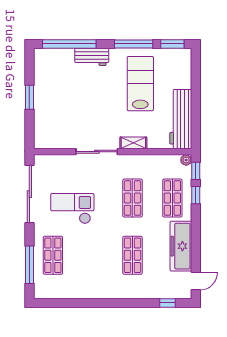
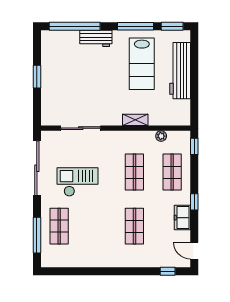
lab bench: (140, 84) -> (142, 64), turned 180
workbench: (181, 119) -> (180, 71), moved
sliding door: (97, 152) -> (81, 128), moved
plant: (186, 160) -> (161, 136), moved
window: (196, 195) -> (194, 202), moved
freezer: (181, 246) -> (182, 218), width x0.52, depth x0.79
door: (196, 281) -> (194, 251), swing flipped

